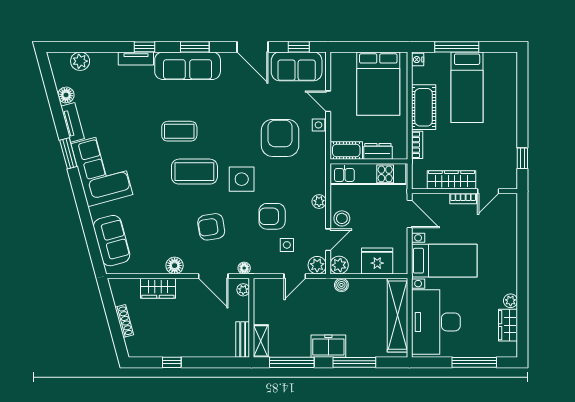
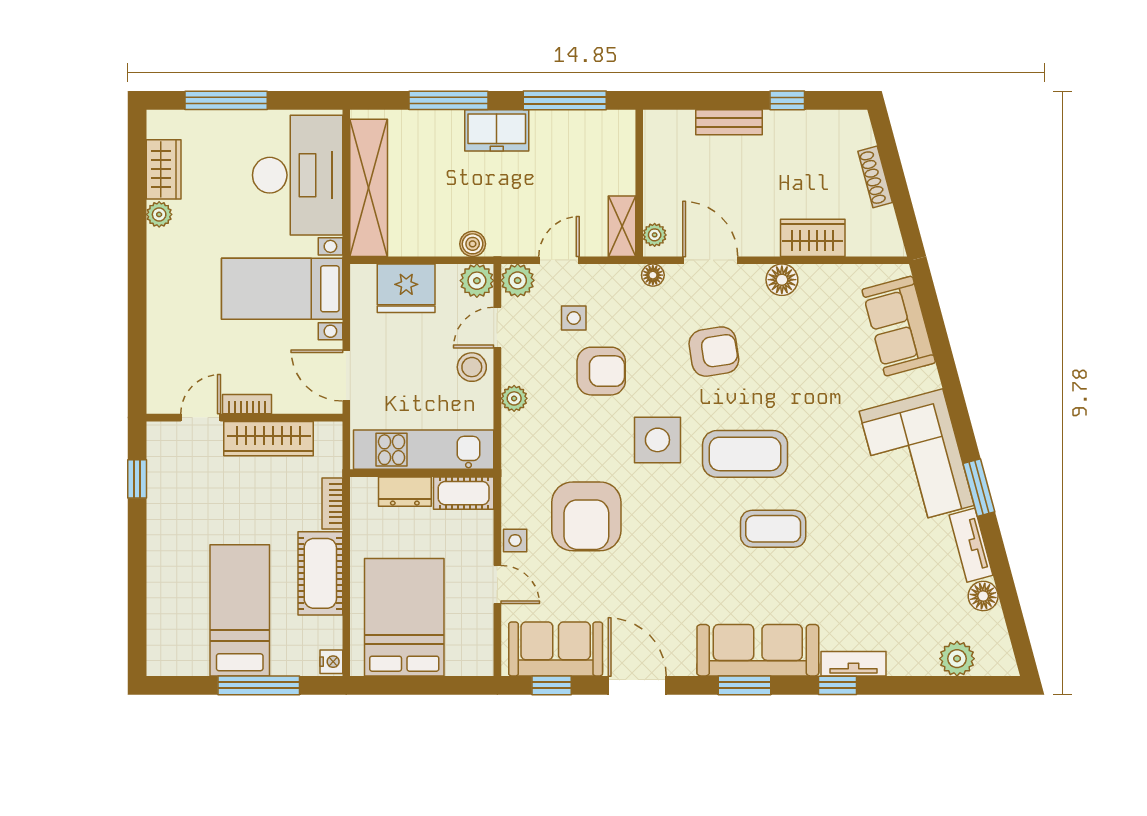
bench: (243, 339) -> (729, 122), moved, turned 90
shelving: (261, 341) -> (622, 226), moved

